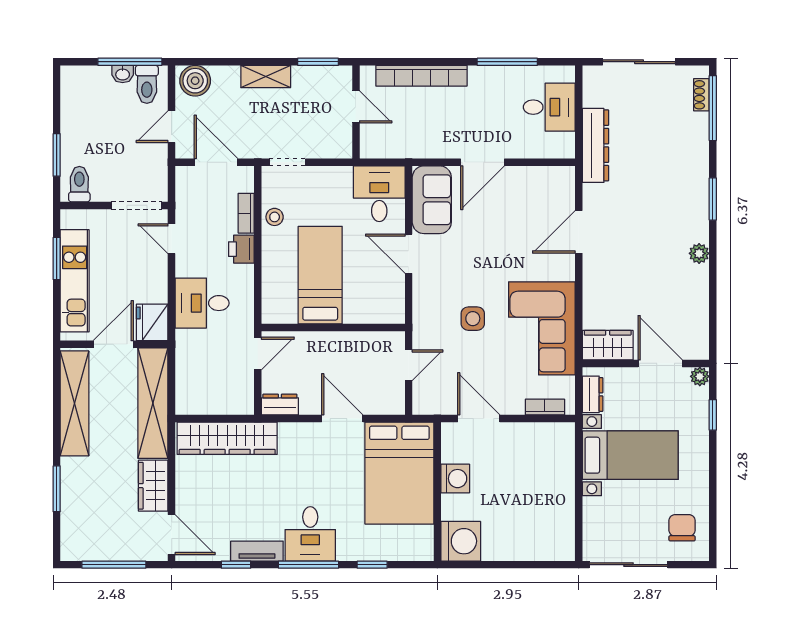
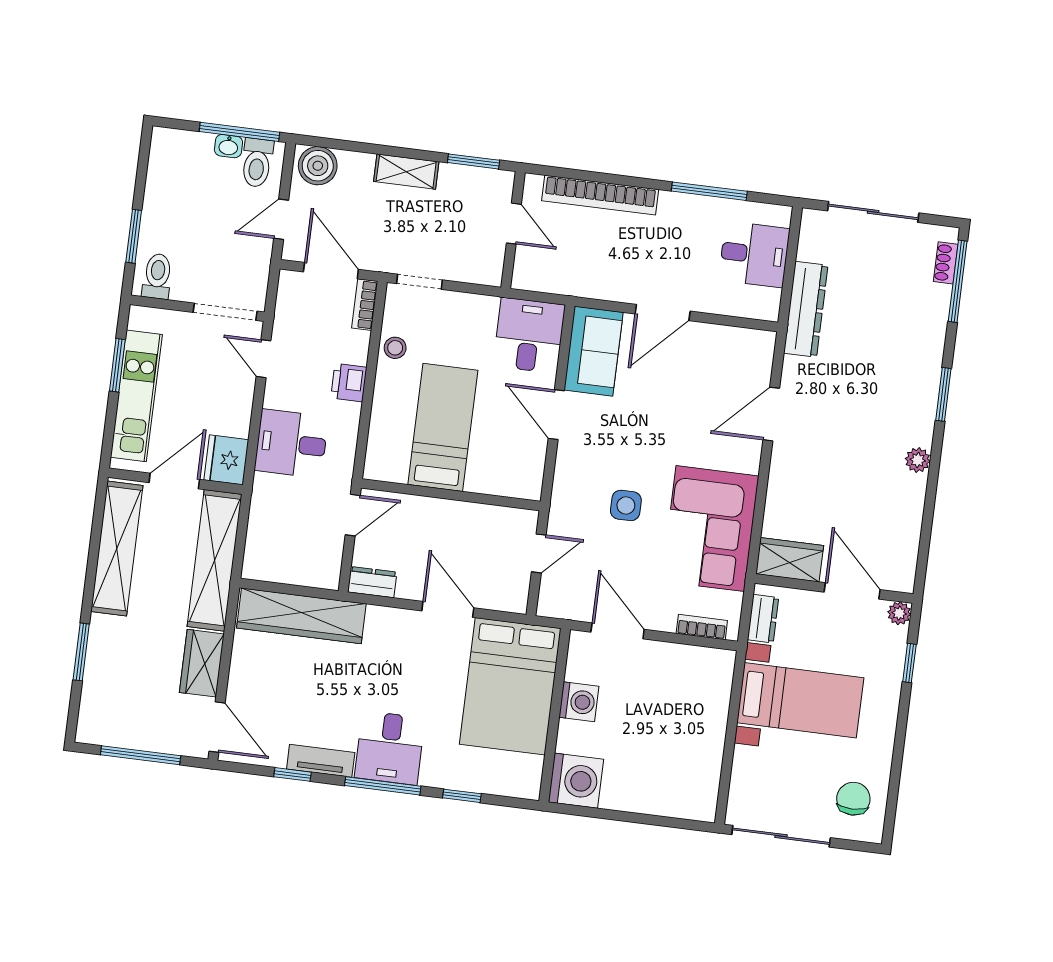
bookcase: (246, 213) -> (365, 305), moved

